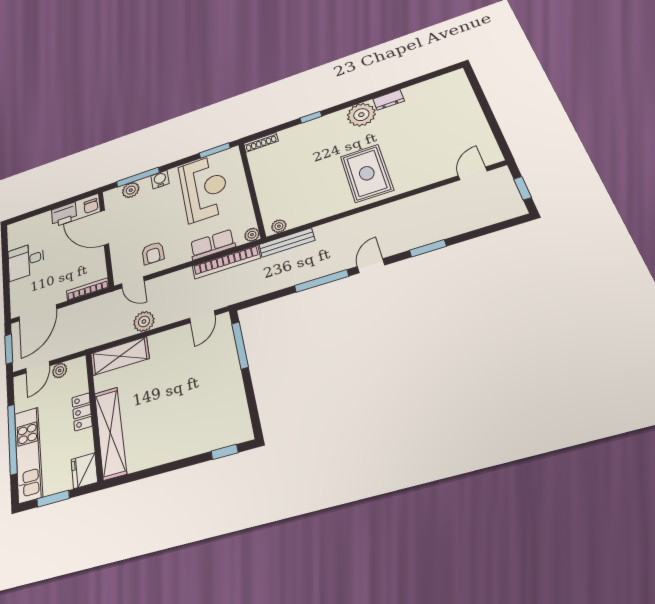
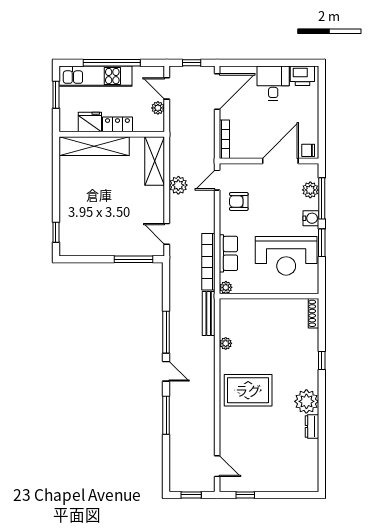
window: (497, 133) -> (245, 495), added
window: (215, 151) -> (322, 243), moved
printer: (64, 215) -> (302, 76), moved, turned -90
plant: (279, 226) -> (226, 343), moved
window: (428, 248) -> (166, 415), width x1.44
door: (38, 313) -> (217, 92), swing flipped
window: (9, 349) -> (192, 63), width x0.67
fridge: (84, 471) -> (90, 122), moved

